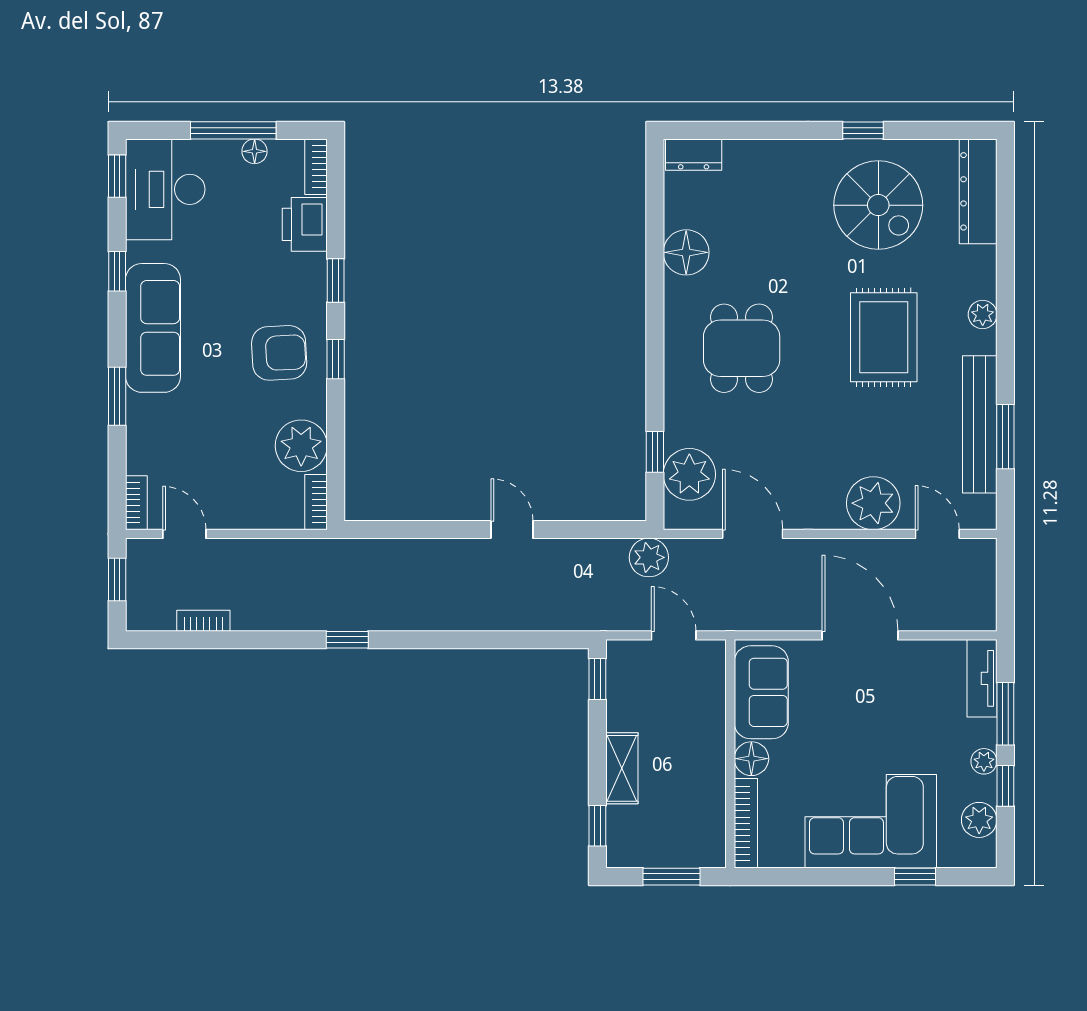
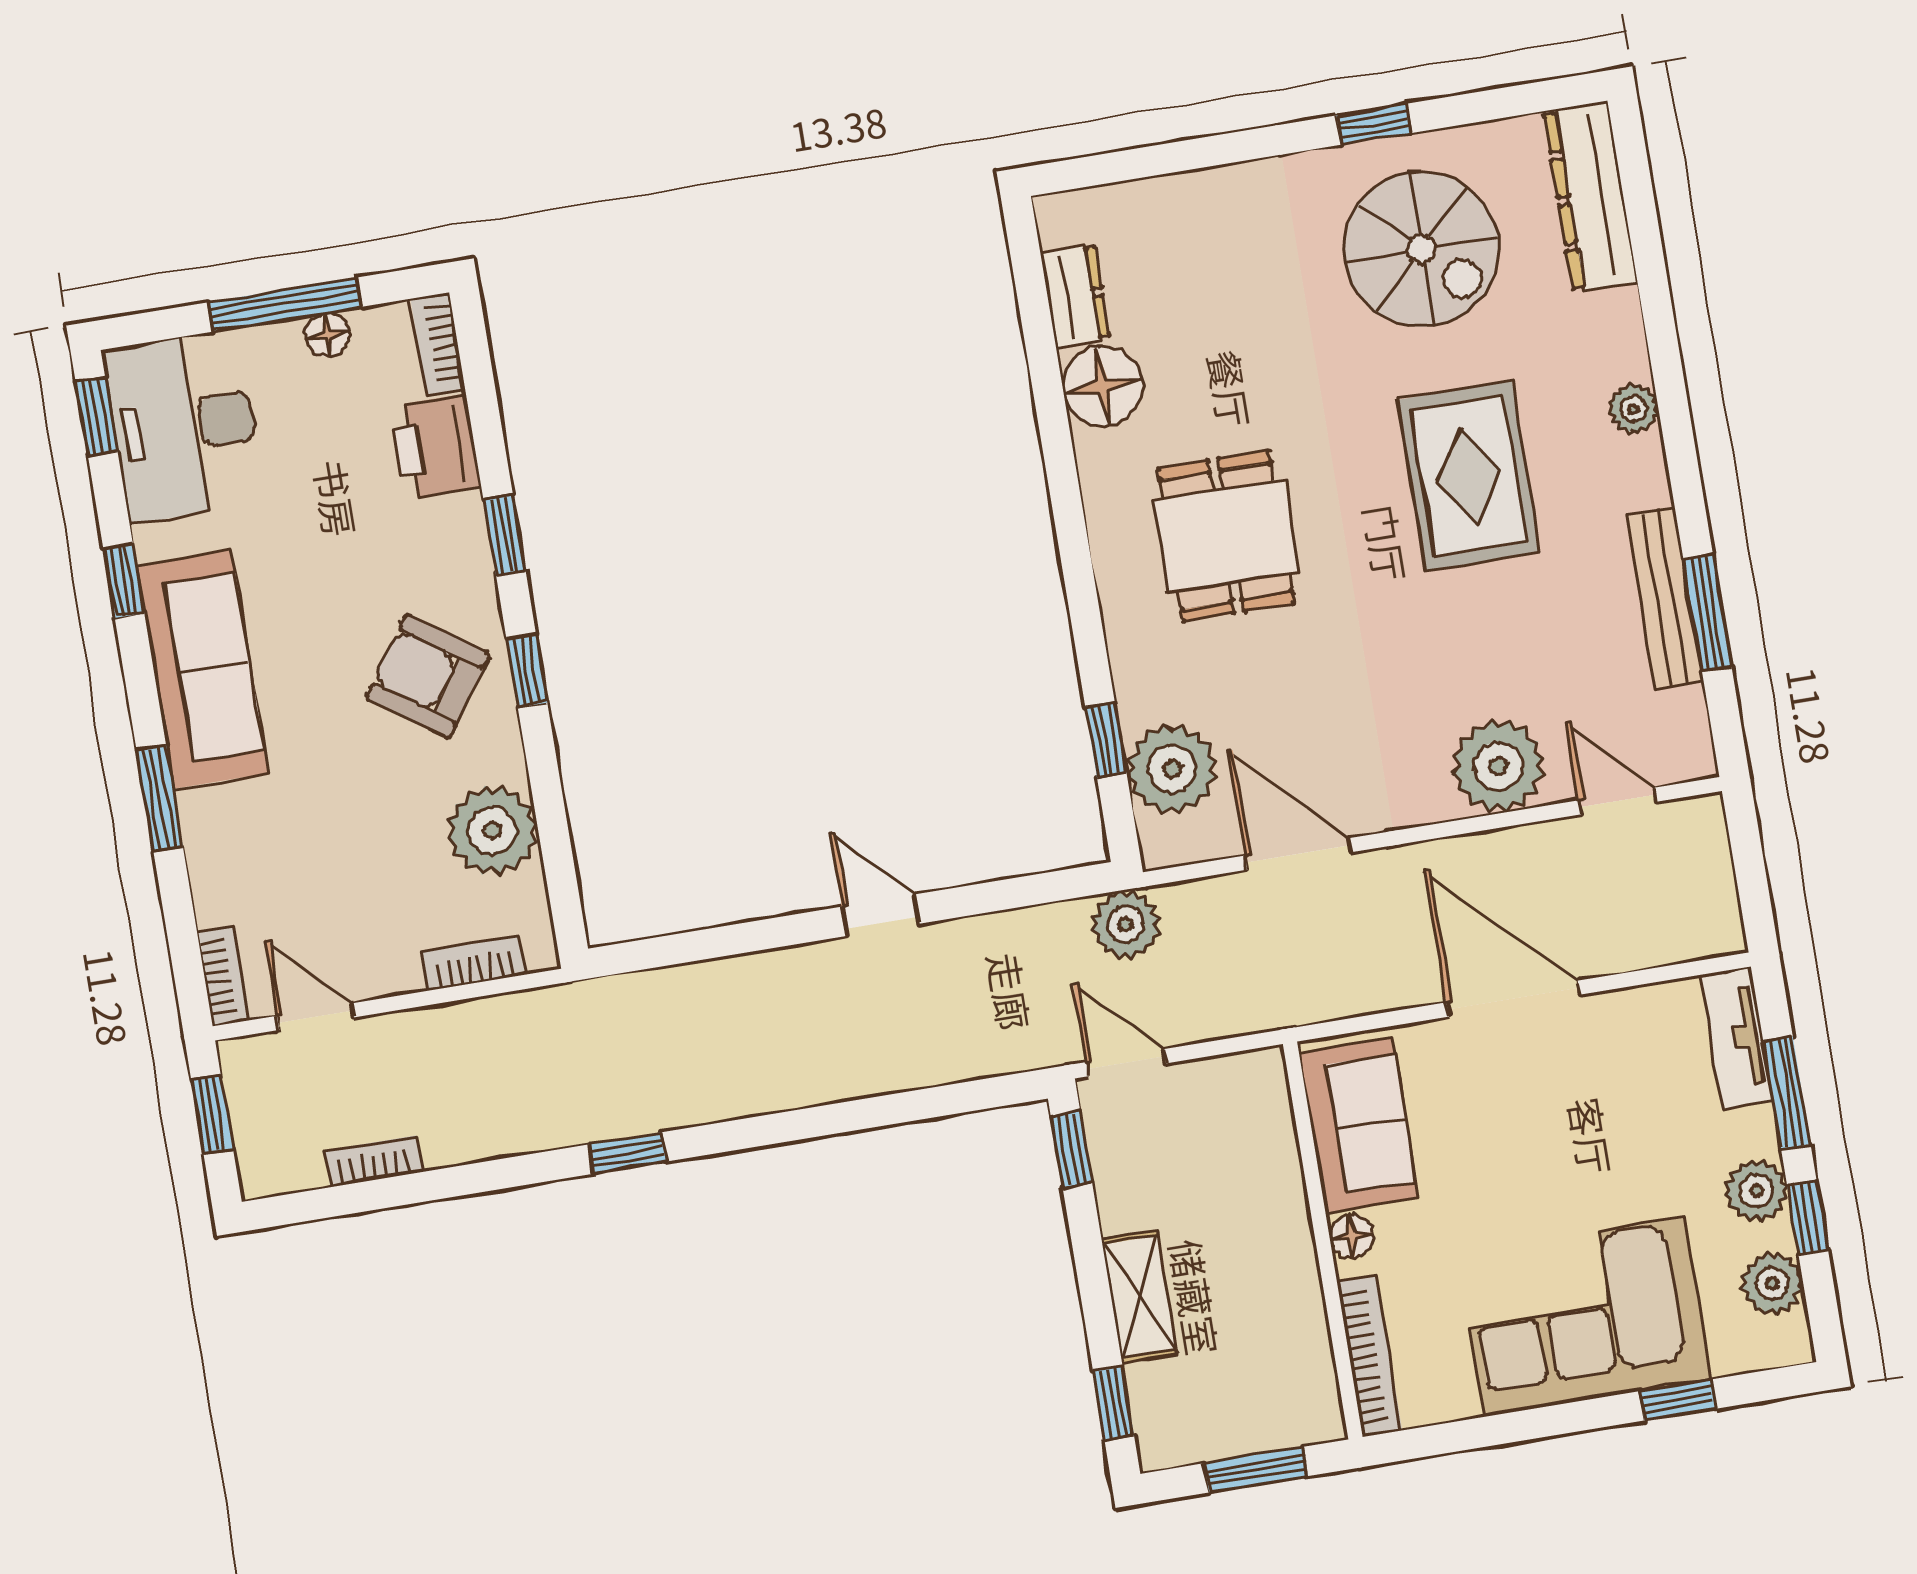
dresser: (694, 155) -> (1075, 296), moved, turned -90
armchair: (279, 353) -> (428, 676), turned -142
bench: (980, 424) -> (1665, 599), width x0.73, depth x0.82
bookcase: (316, 502) -> (474, 963), moved, turned 90
door: (674, 635) -> (1126, 1063), moved
floor lamp: (751, 759) -> (1351, 1236), width x0.73, depth x0.73
plant: (984, 761) -> (1757, 1191), width x1.38, depth x1.38

